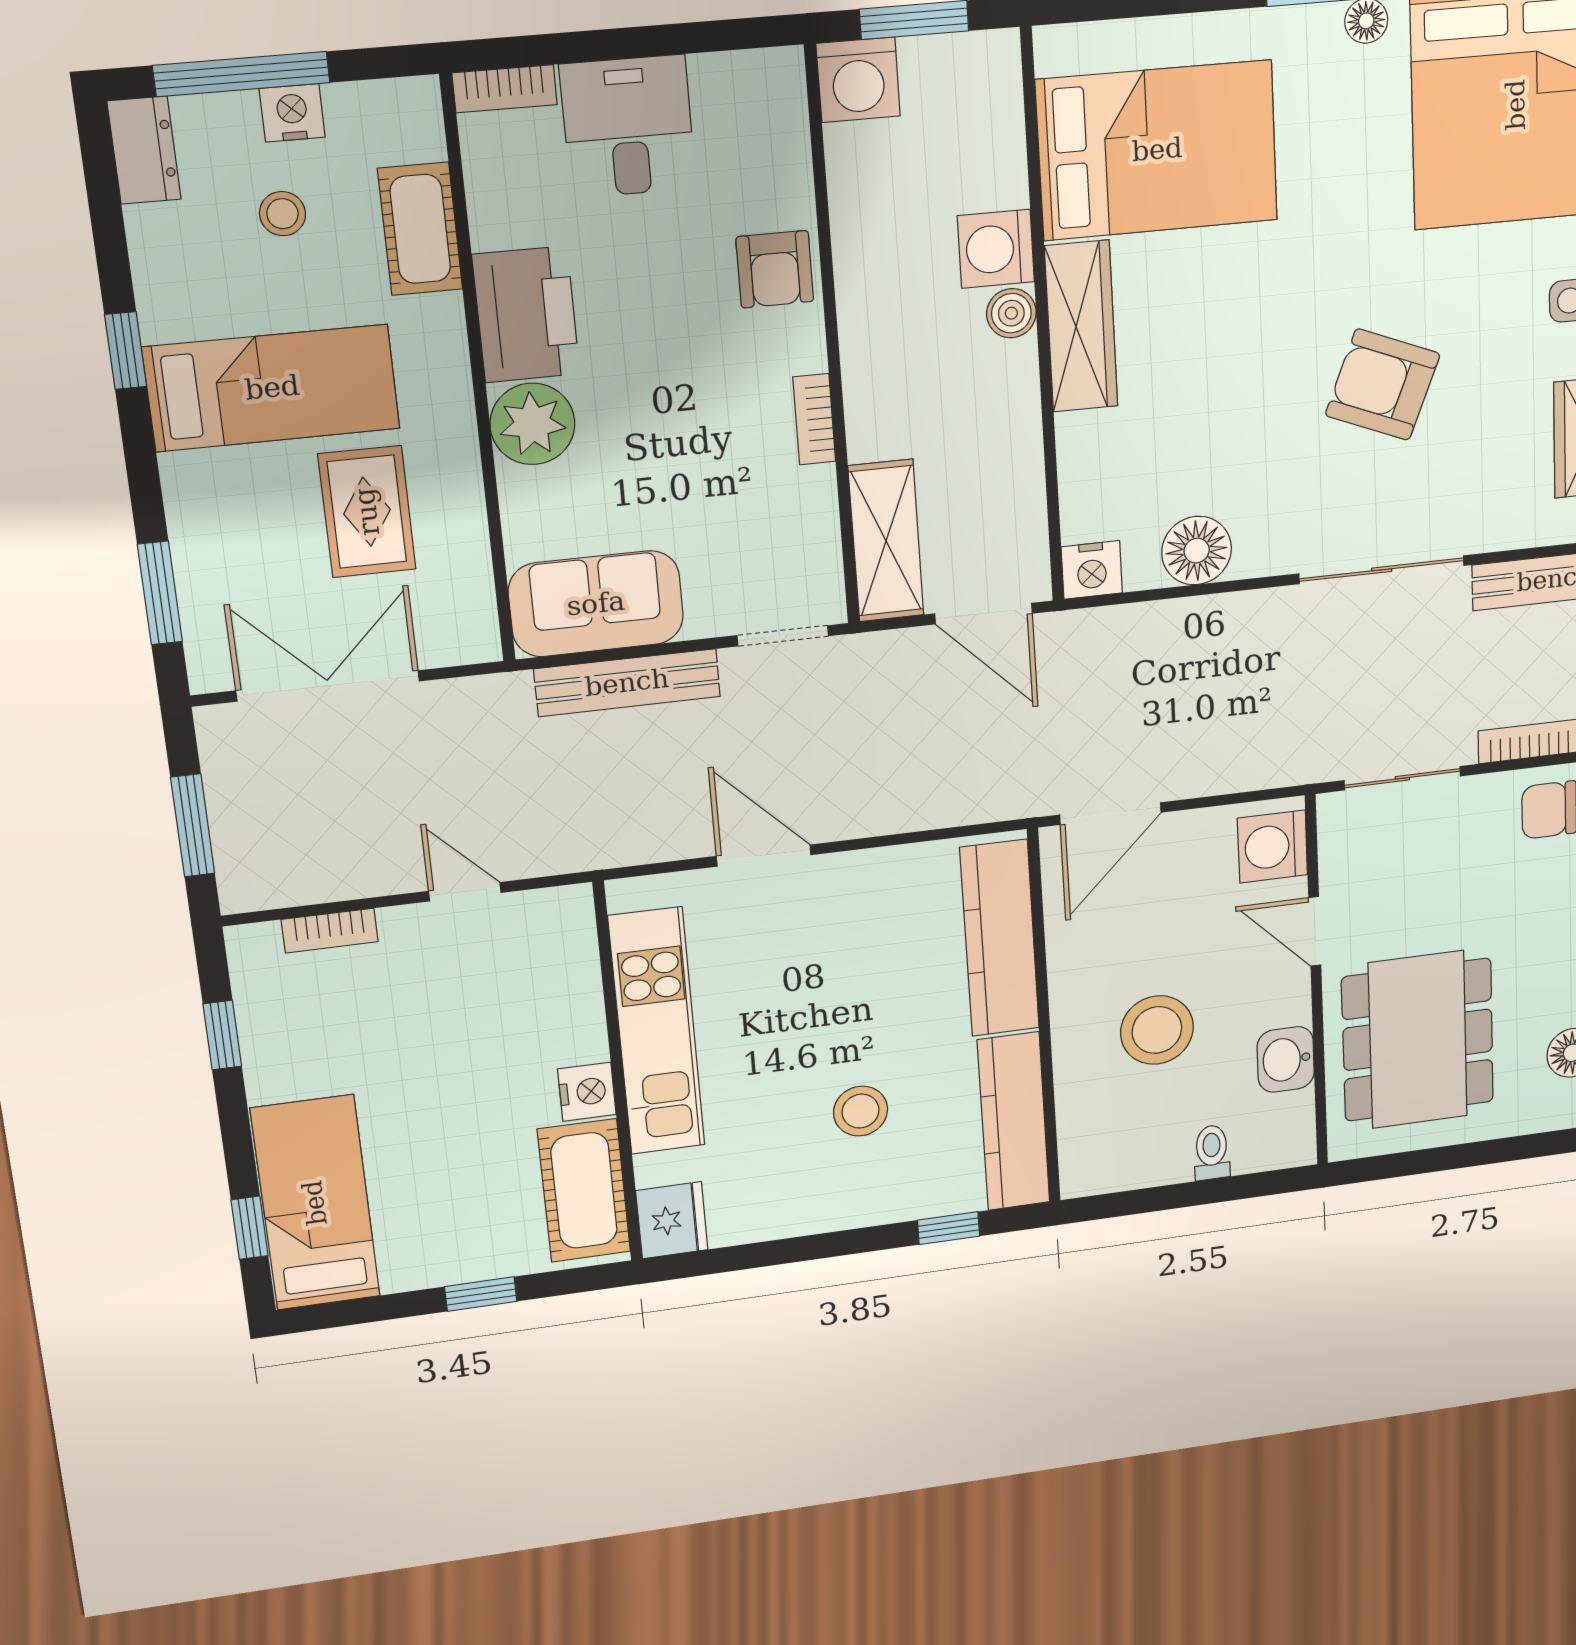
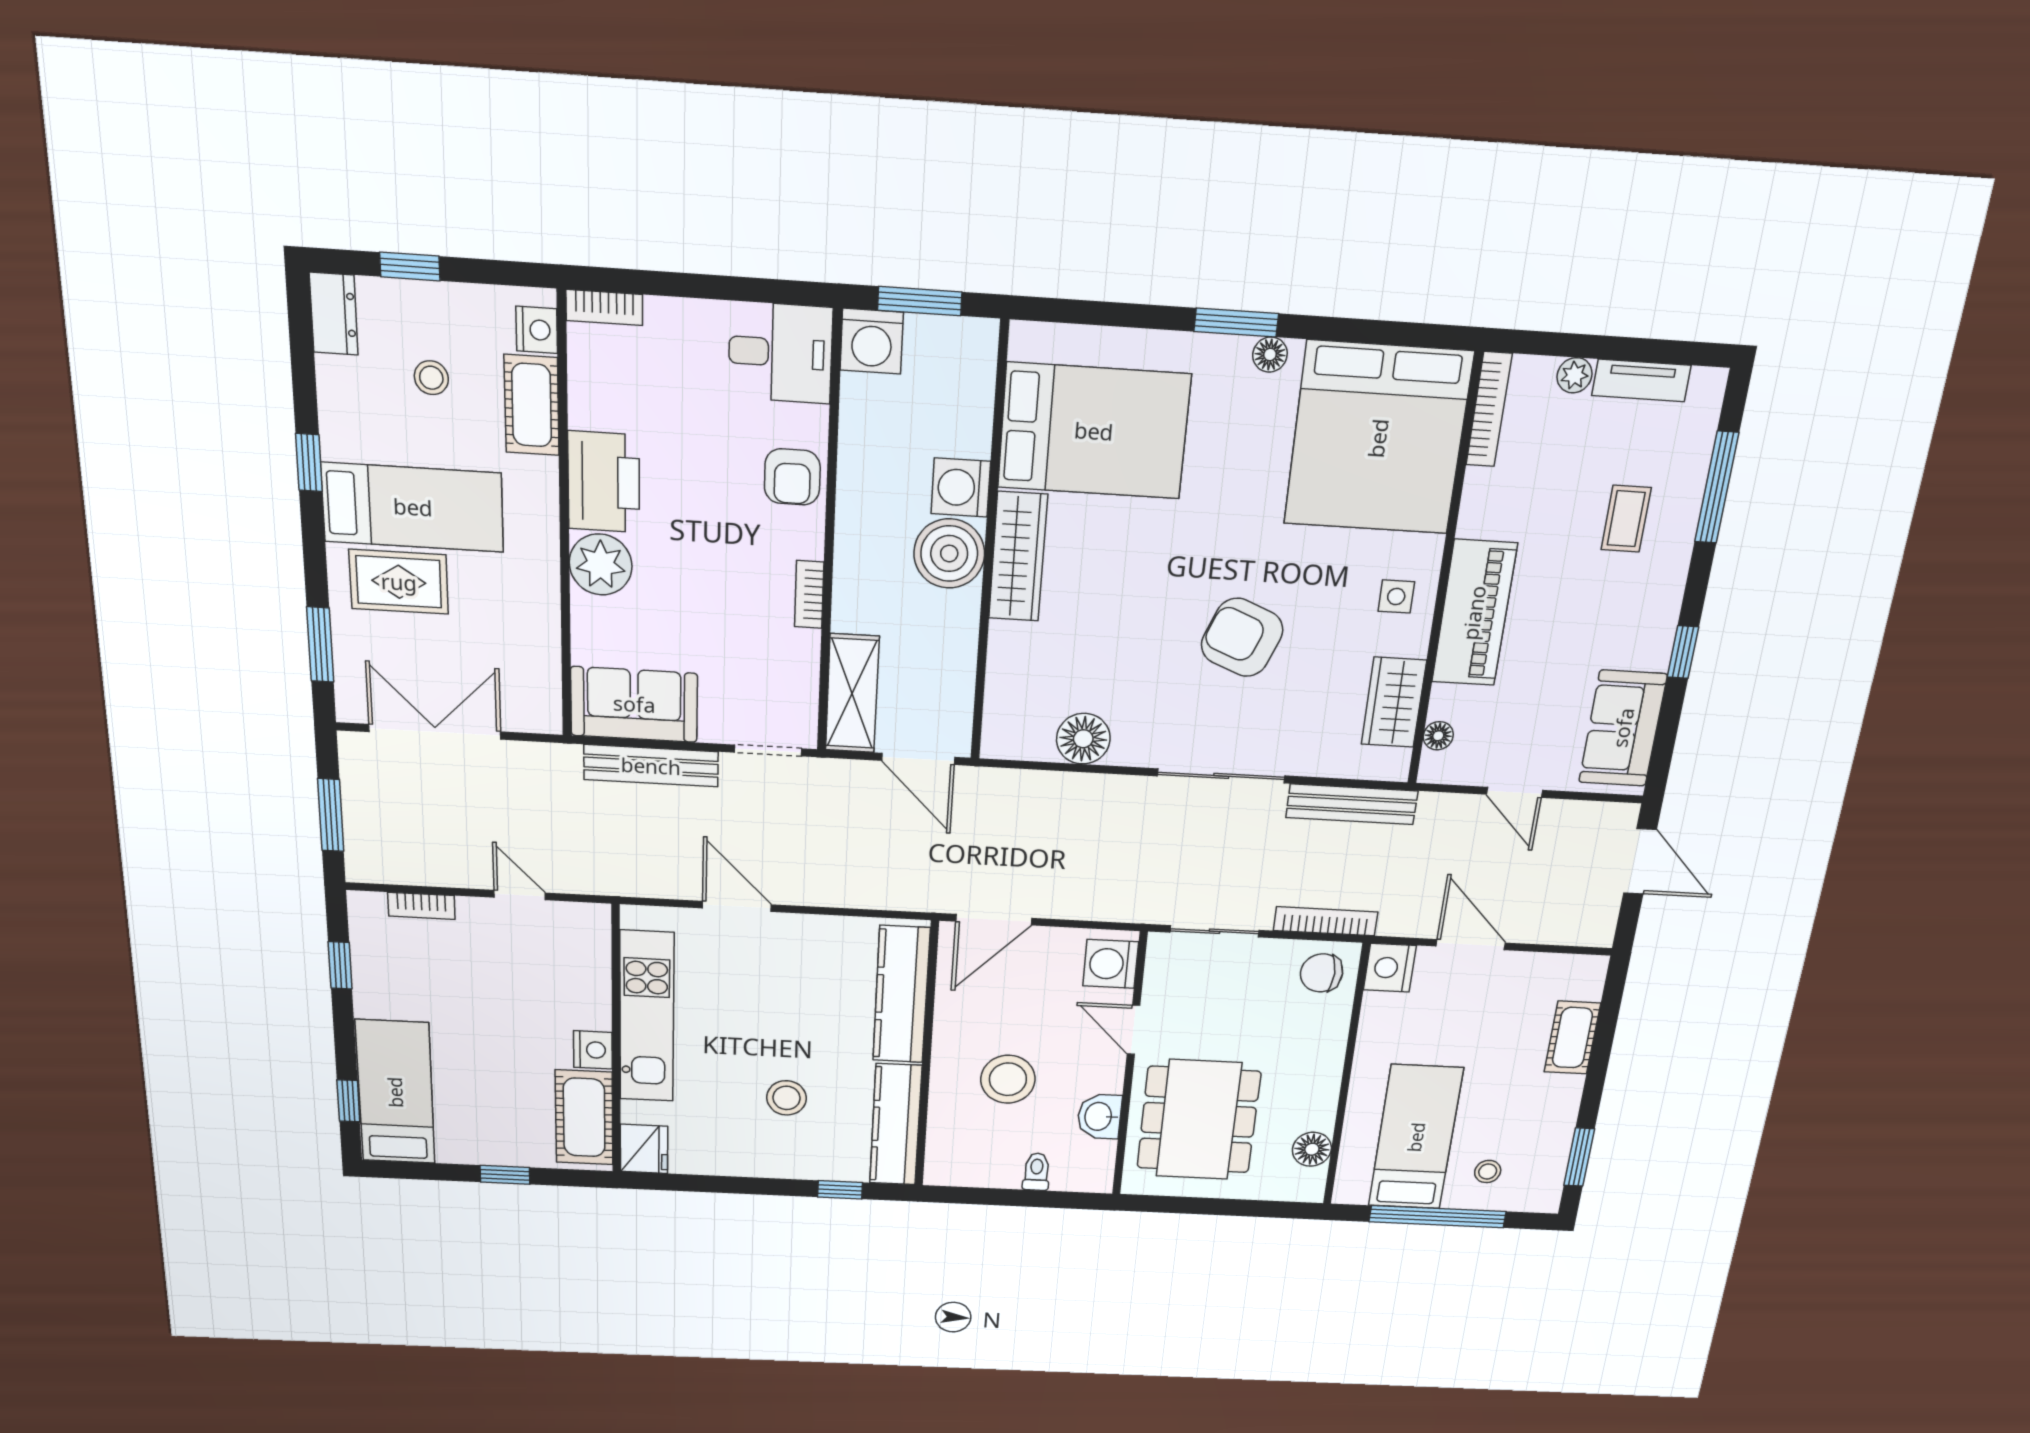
window: (242, 74) -> (410, 267), width x0.46
nightstand: (292, 113) -> (537, 330), moved, turned 90
desk: (628, 127) -> (780, 353), moved, turned 90
boiler: (1011, 313) -> (949, 553), width x1.86, depth x1.86
rug: (367, 512) -> (399, 582), moved, turned 90
nightstand: (1092, 570) -> (1003, 740), removed

